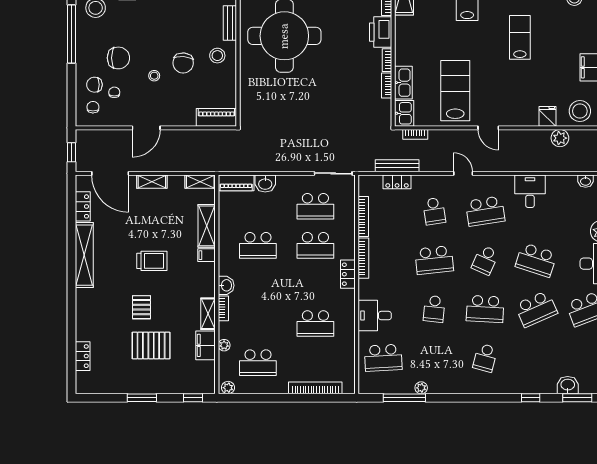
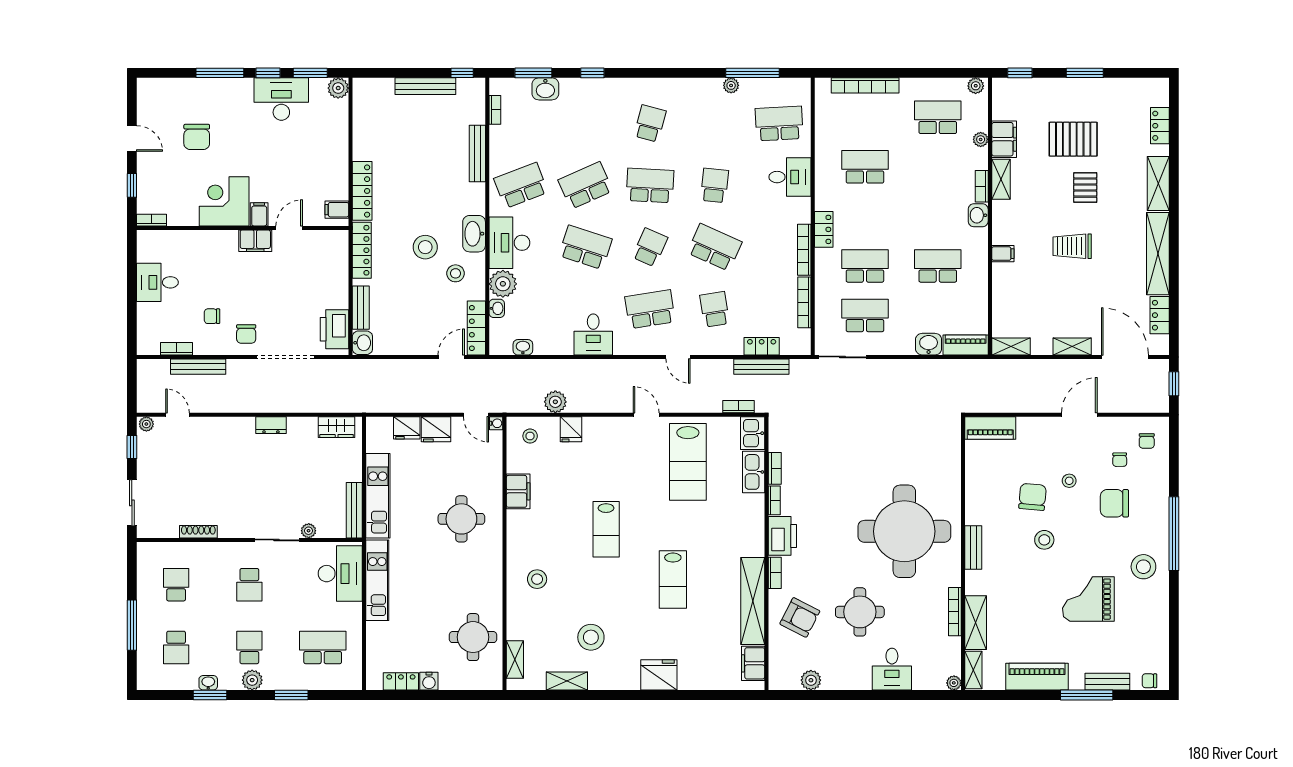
stool: (217, 56) -> (1044, 540), moved
chair: (94, 85) -> (1145, 469), removed
stool: (580, 111) -> (530, 436), width x0.53, depth x0.53
shelving: (207, 226) -> (1158, 184), moved
school desk: (434, 260) -> (715, 247), turned 30

